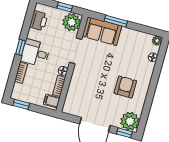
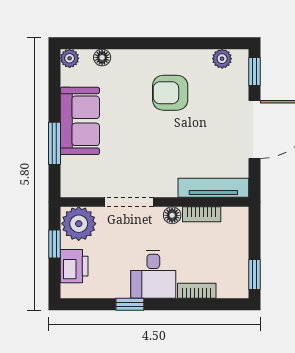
printer: (39, 21) -> (74, 266), moved, turned 90
sofa: (102, 31) -> (80, 121), moved
window: (20, 47) -> (130, 304), moved
tv unit: (71, 96) -> (213, 188), added
filing cabinet: (52, 101) -> (233, 220), removed
plant: (130, 121) -> (222, 59), width x0.53, depth x0.53

